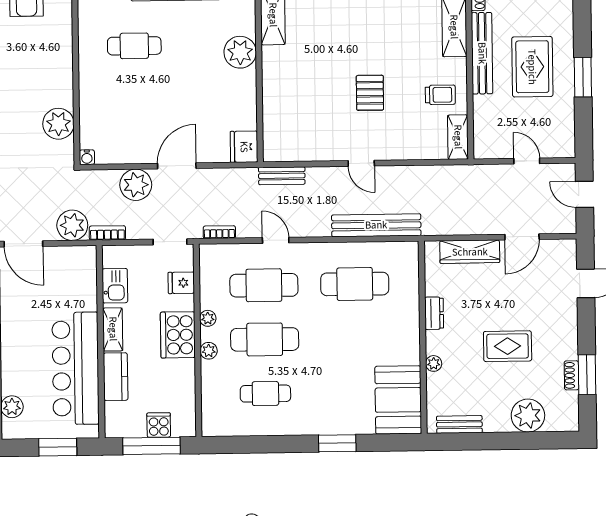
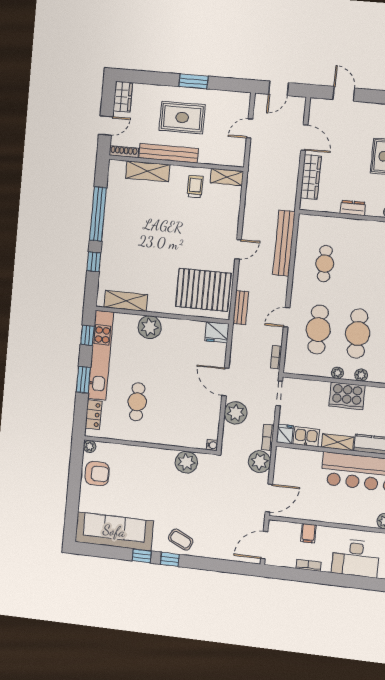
pallet: (370, 93) -> (203, 290), moved, width x2.05, depth x2.00
fridge: (181, 283) -> (285, 434), moved, turned 180
cafe table: (355, 284) -> (325, 264), width x0.73, depth x0.74

